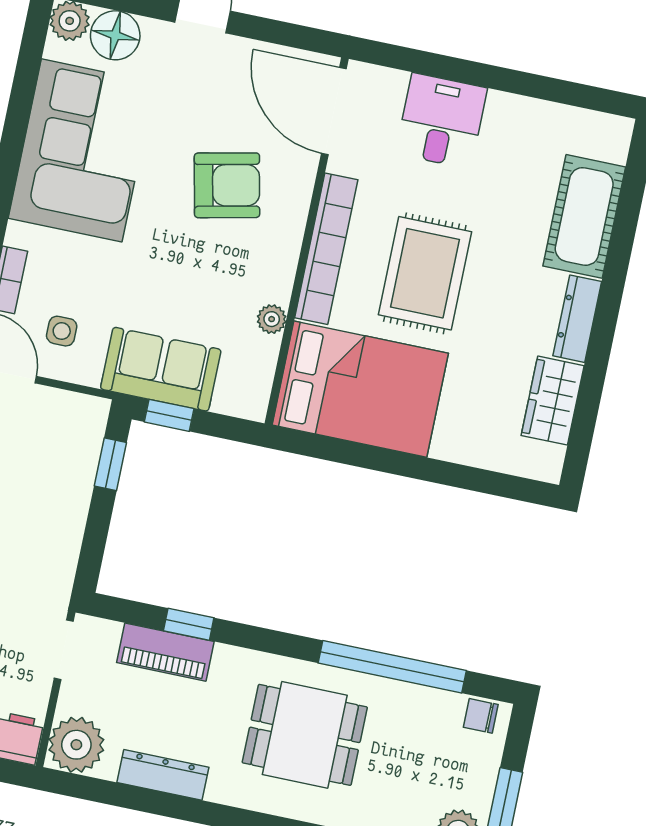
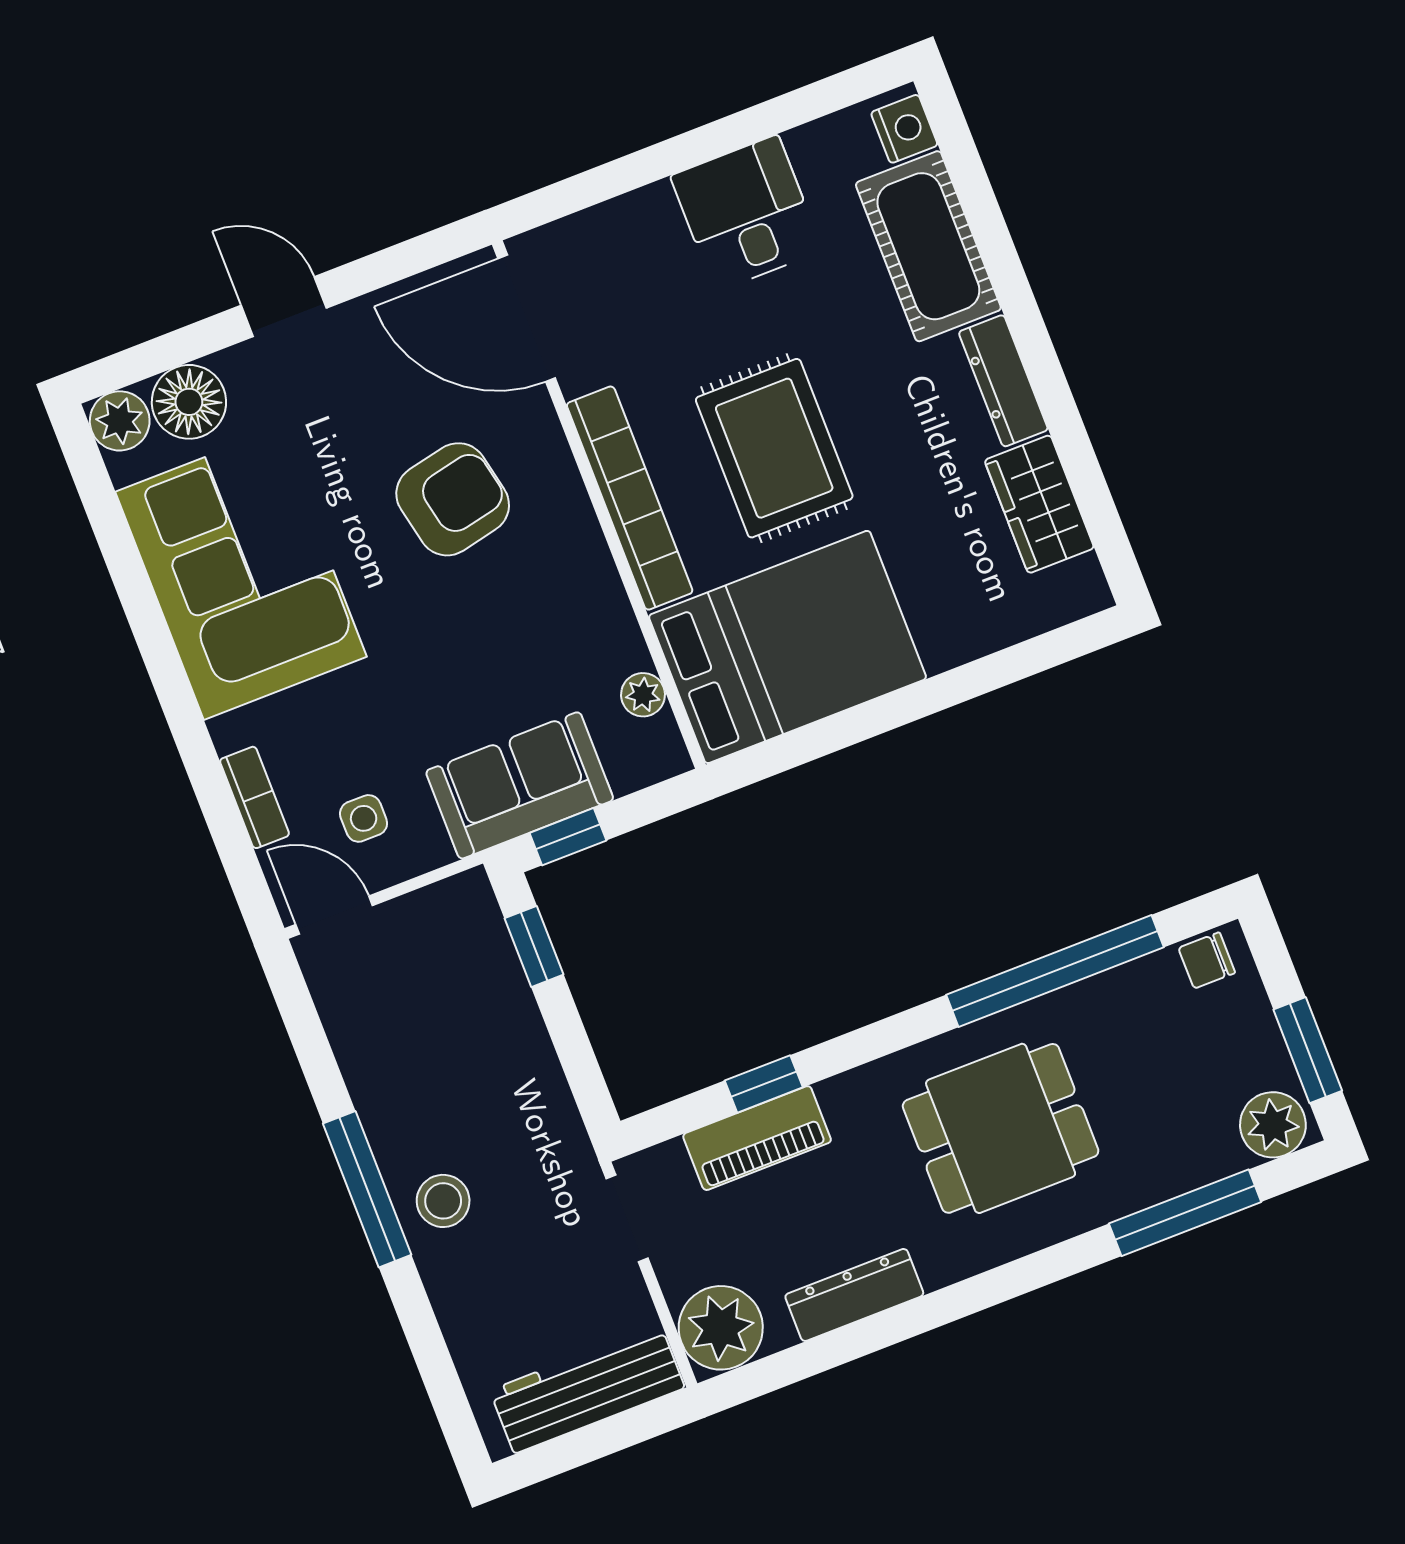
desk: (441, 121) -> (746, 213), moved
nightstand: (613, 142) -> (904, 129), added
plant: (272, 319) -> (643, 695), moved

